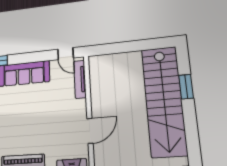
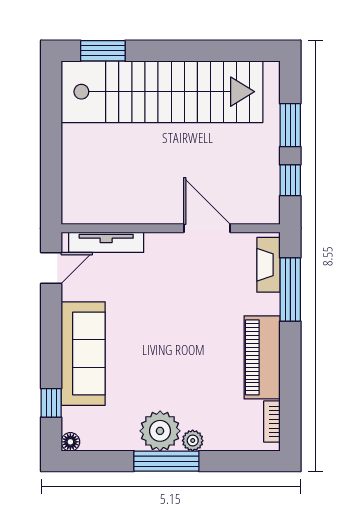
window: (186, 87) -> (103, 51), moved

